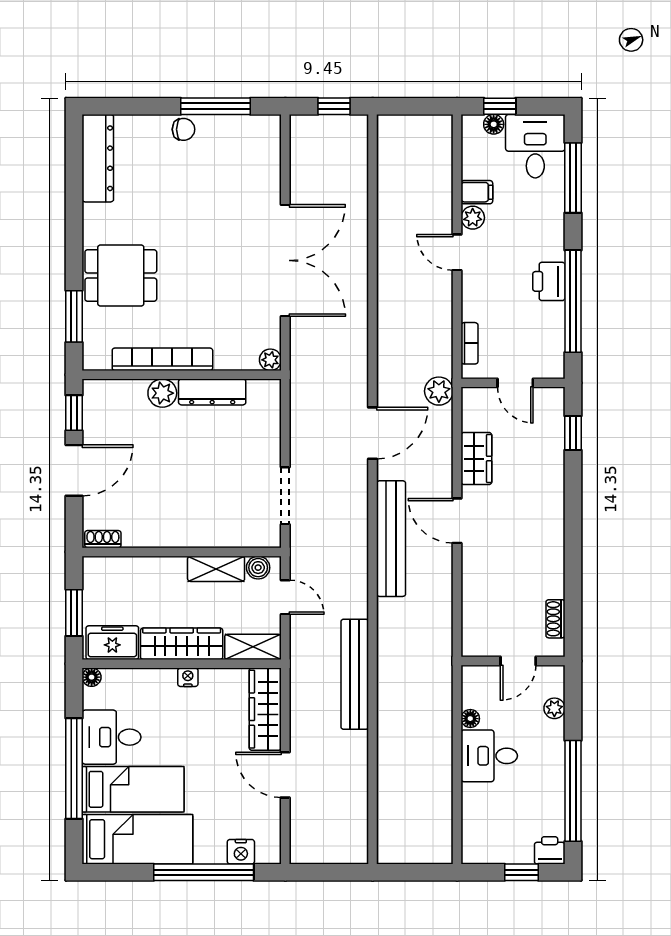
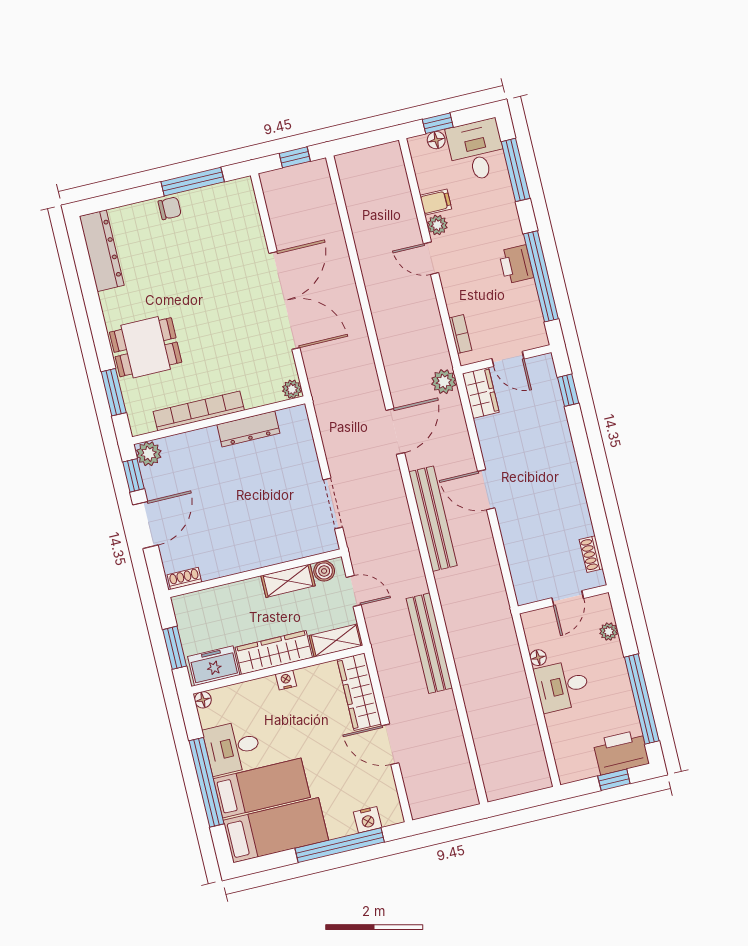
plant: (162, 393) -> (149, 454), moved
wardrobe: (476, 459) -> (481, 393), moved
printer: (550, 850) -> (621, 752), width x1.87, depth x1.48

